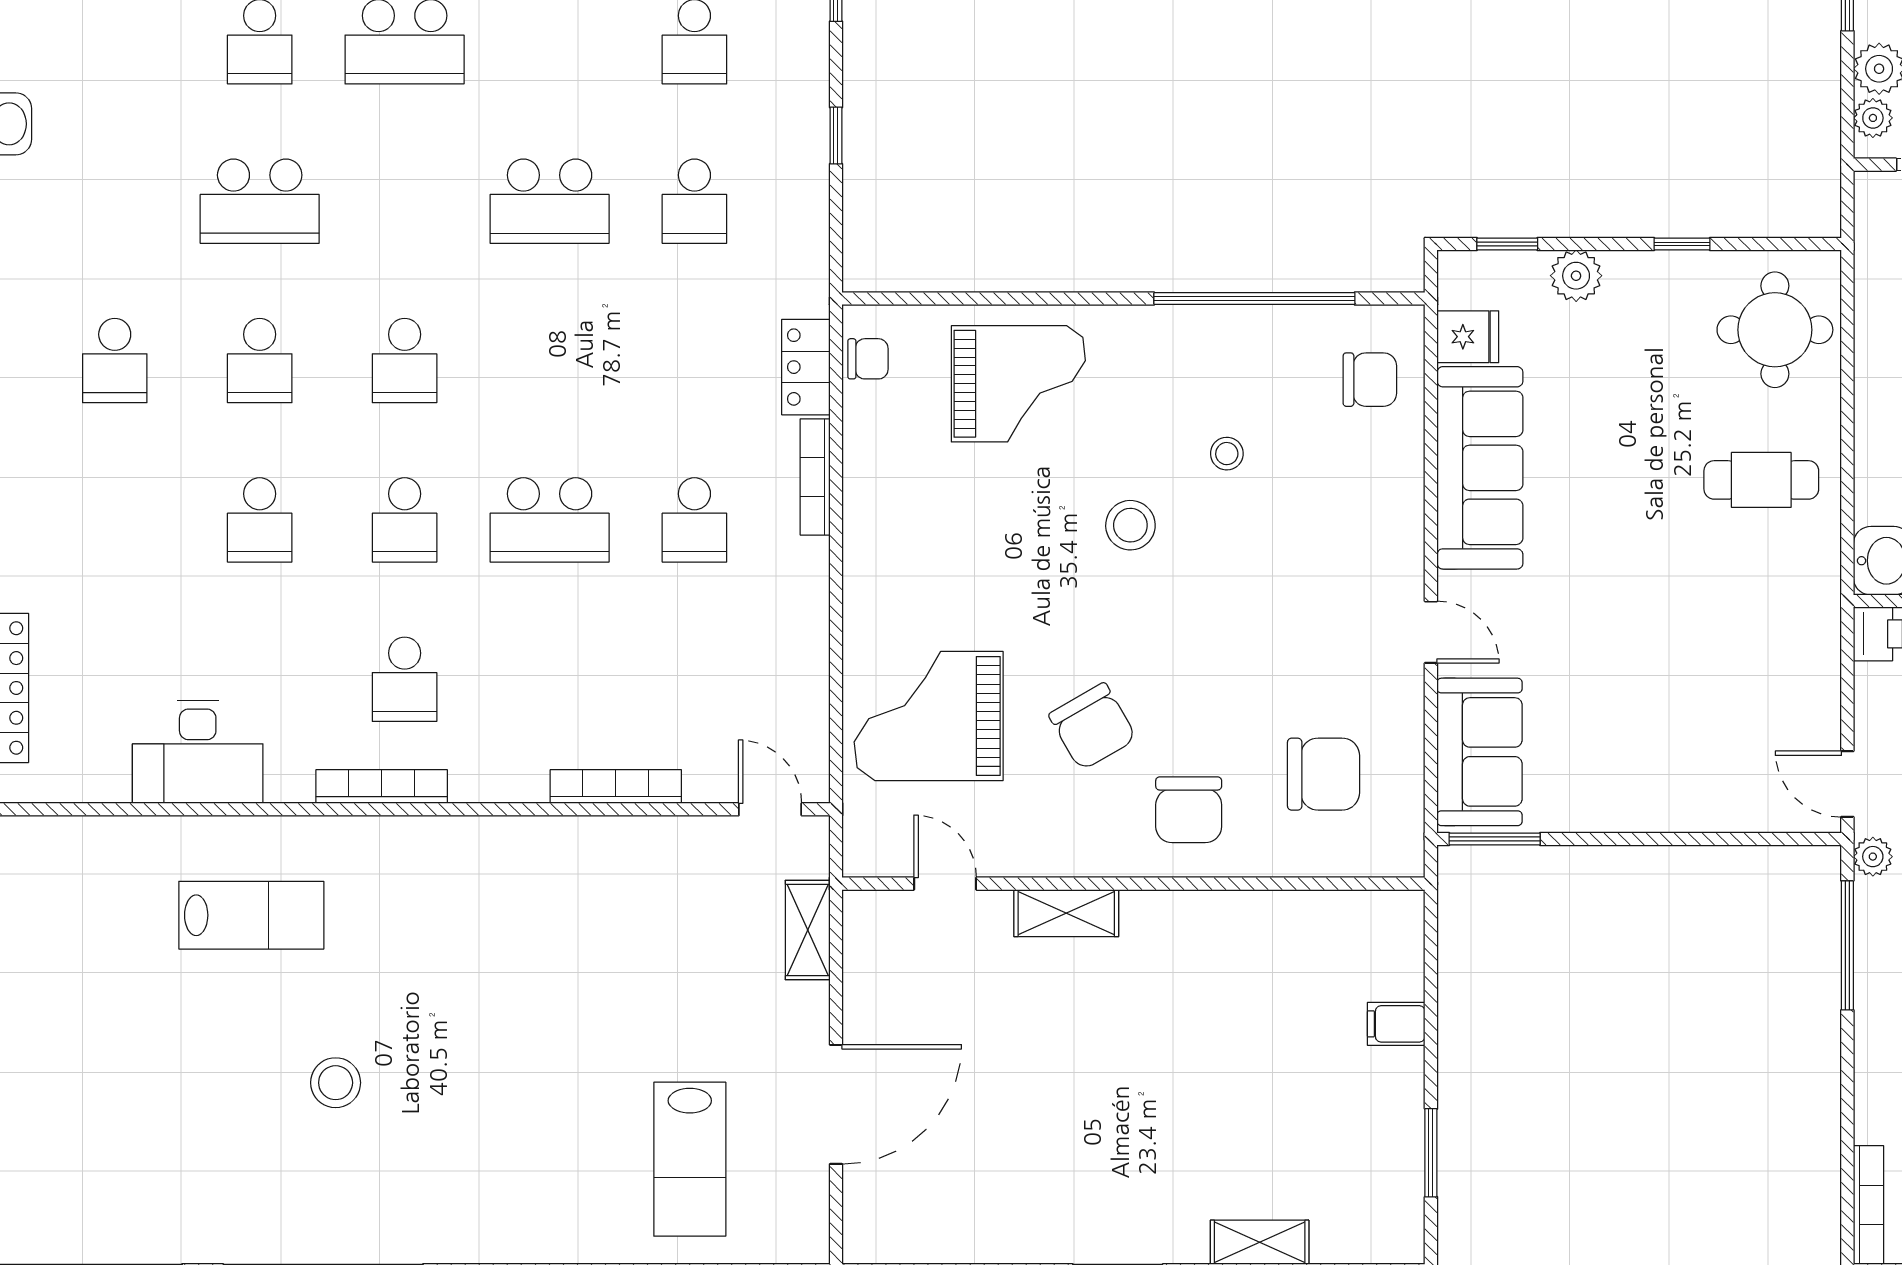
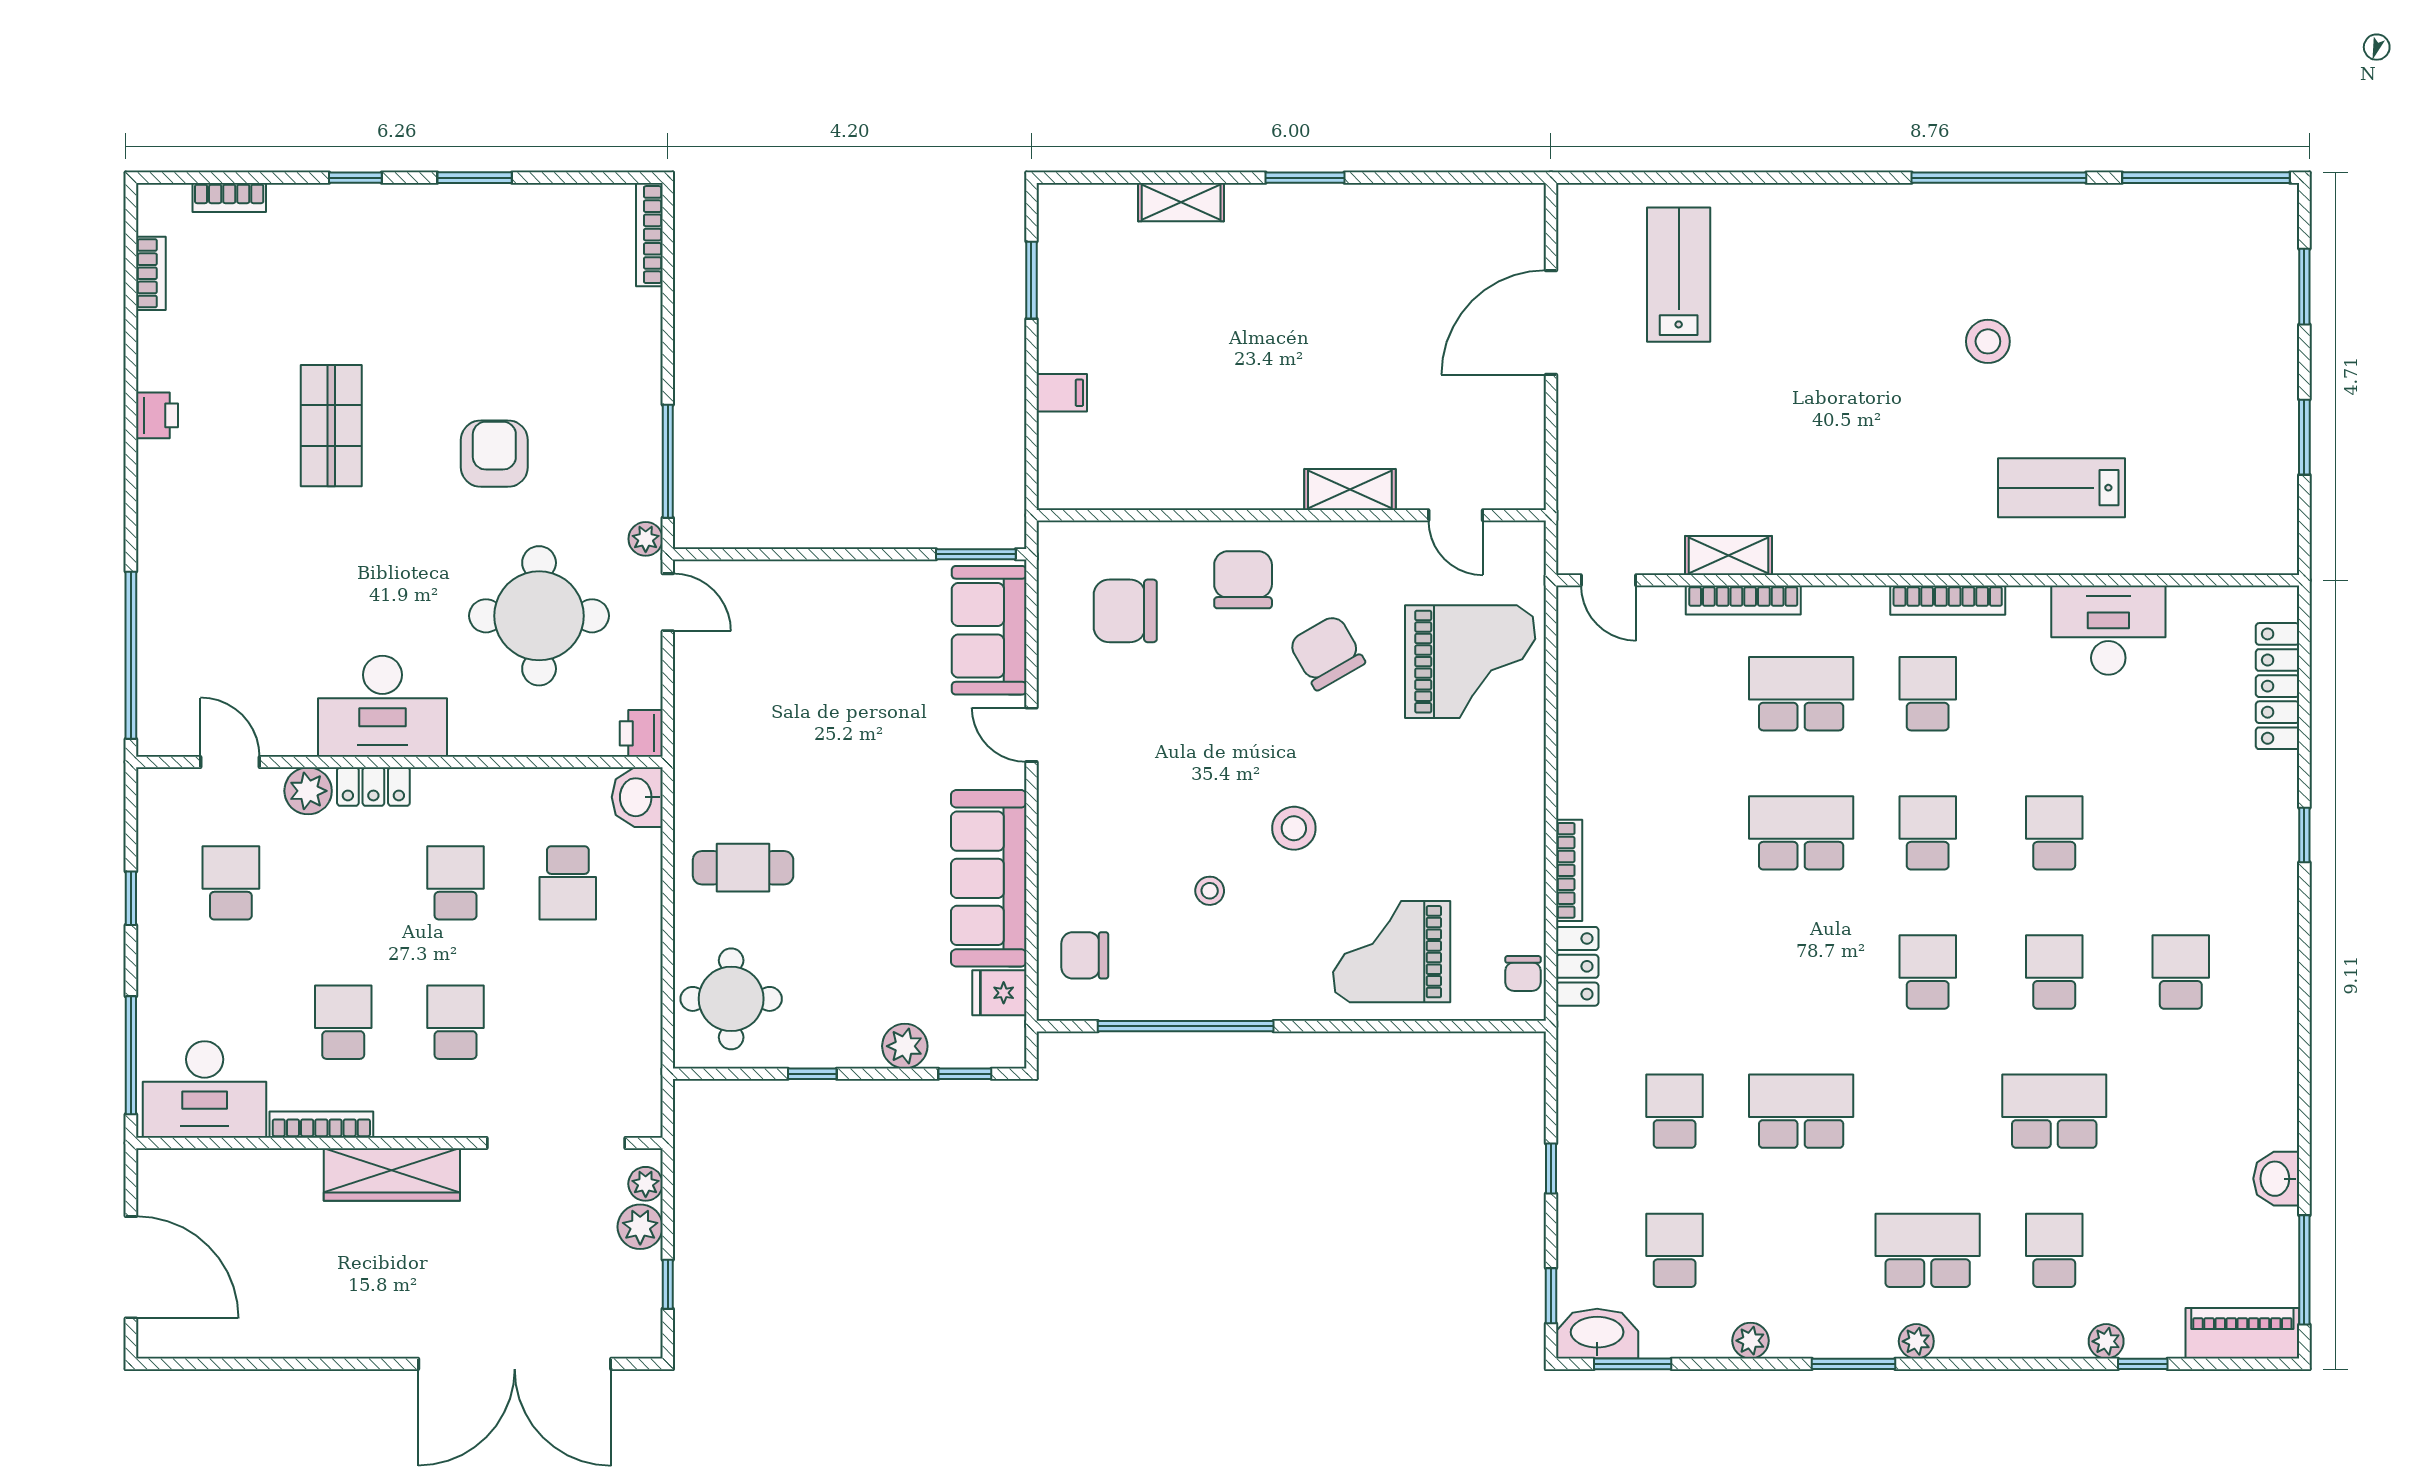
chair: (868, 359) -> (1523, 973), turned -90
school desk: (694, 520) -> (1801, 694), moved, width x1.85
shelving: (808, 930) -> (1729, 556), moved, turned 90

